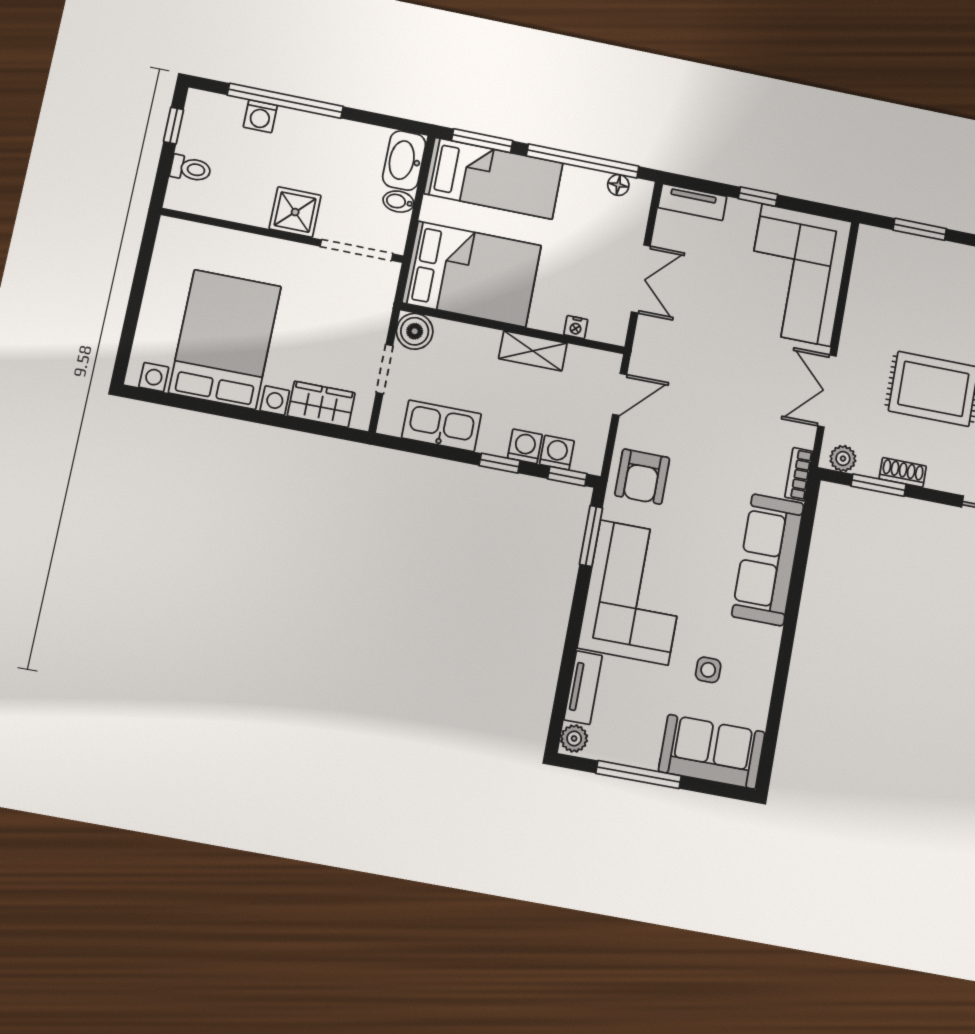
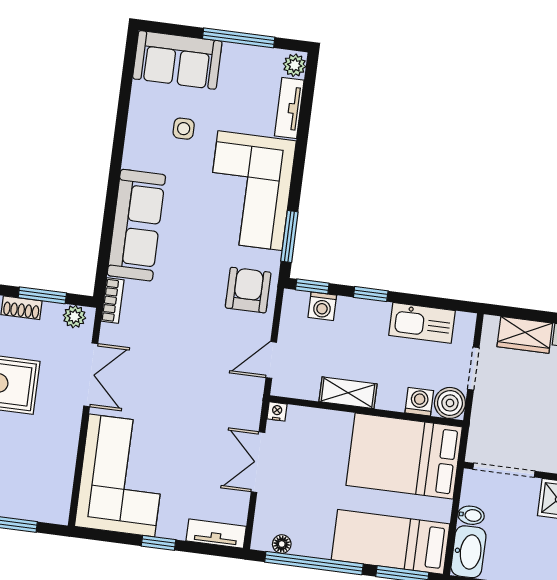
nightstand: (576, 327) -> (277, 411), moved
washing machine: (525, 446) -> (419, 402), moved, turned 180

